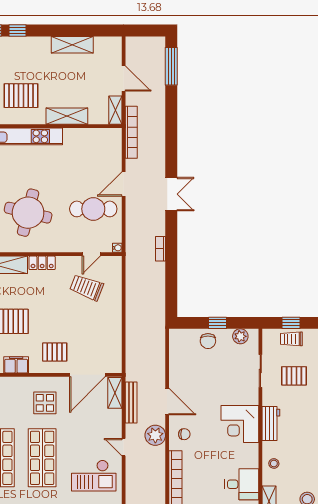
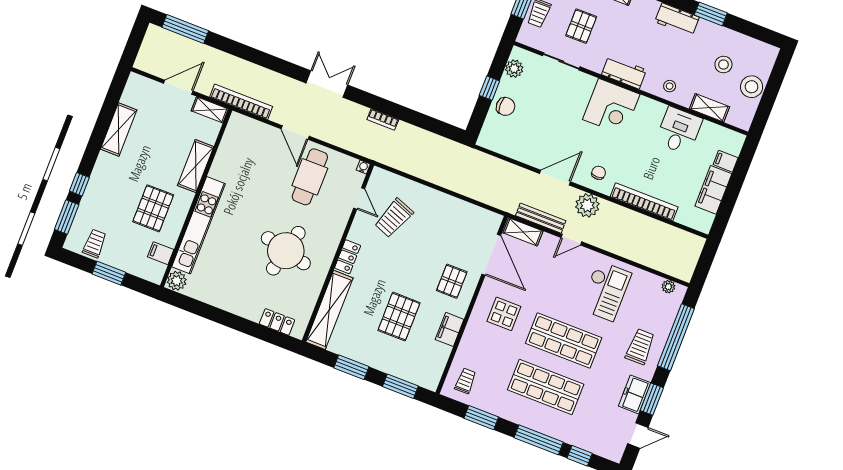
door: (124, 447) -> (571, 240), moved

